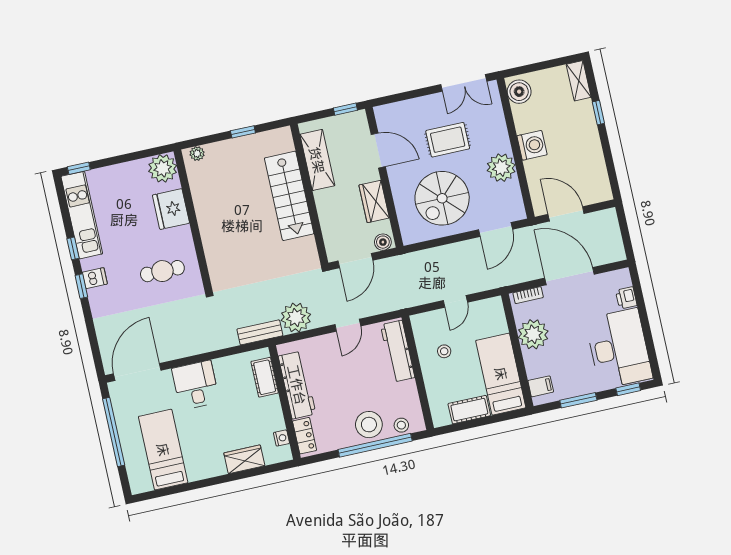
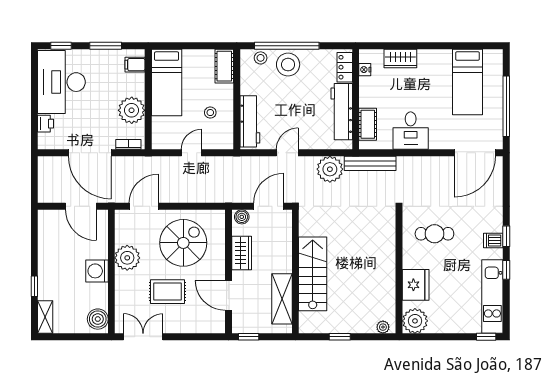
bench: (260, 332) -> (370, 163), width x1.36
desk: (196, 385) -> (411, 131), moved
cot: (469, 410) -> (224, 66), moved, turned 90

